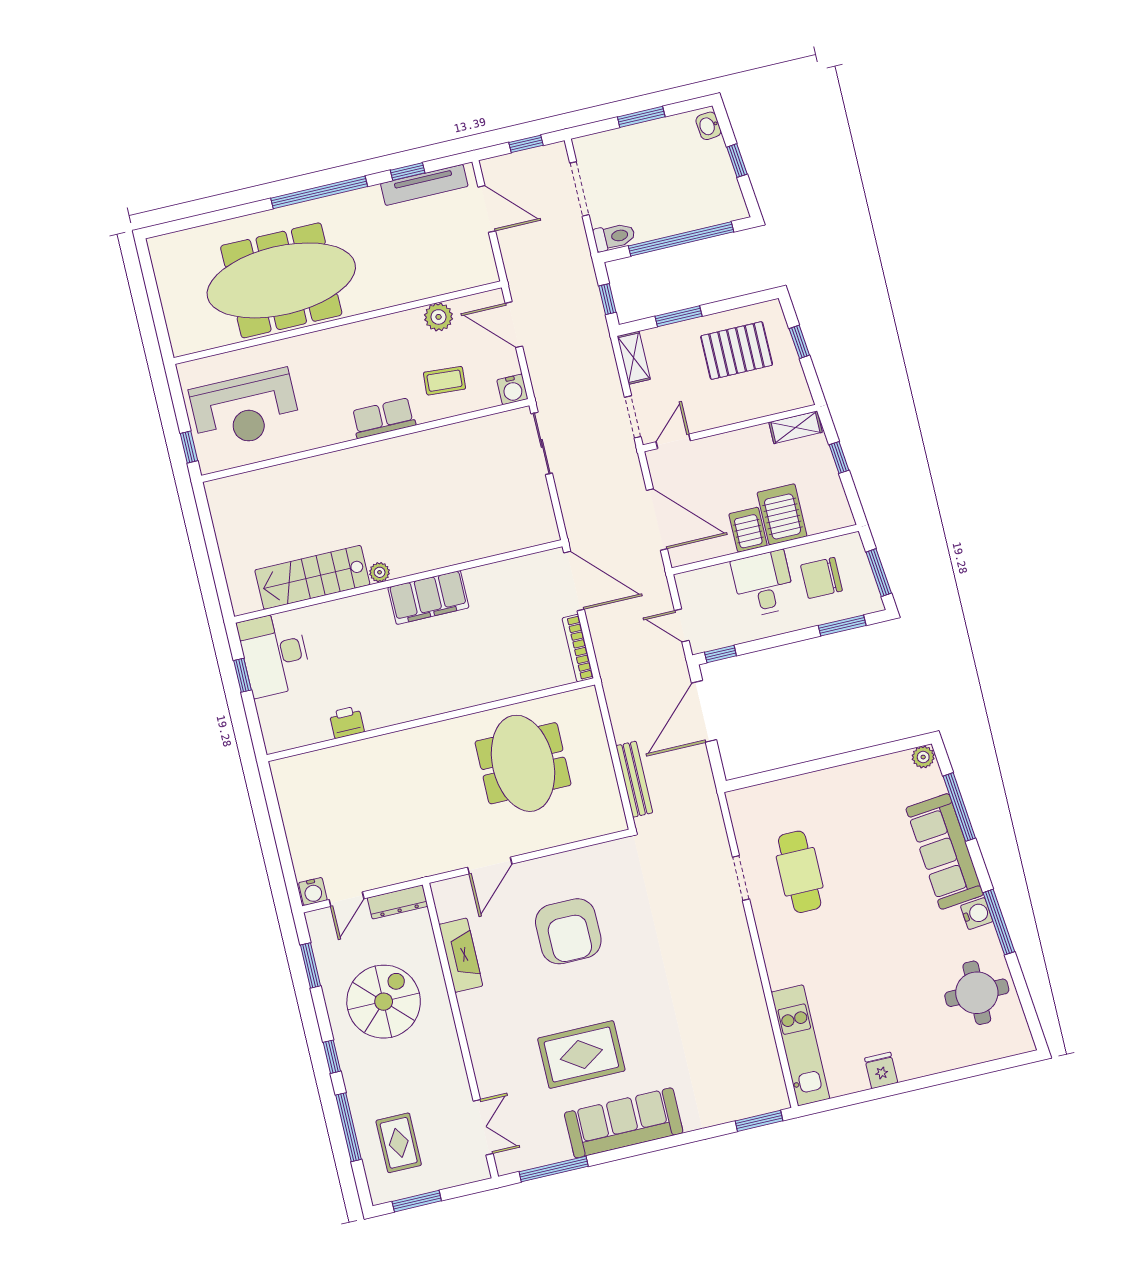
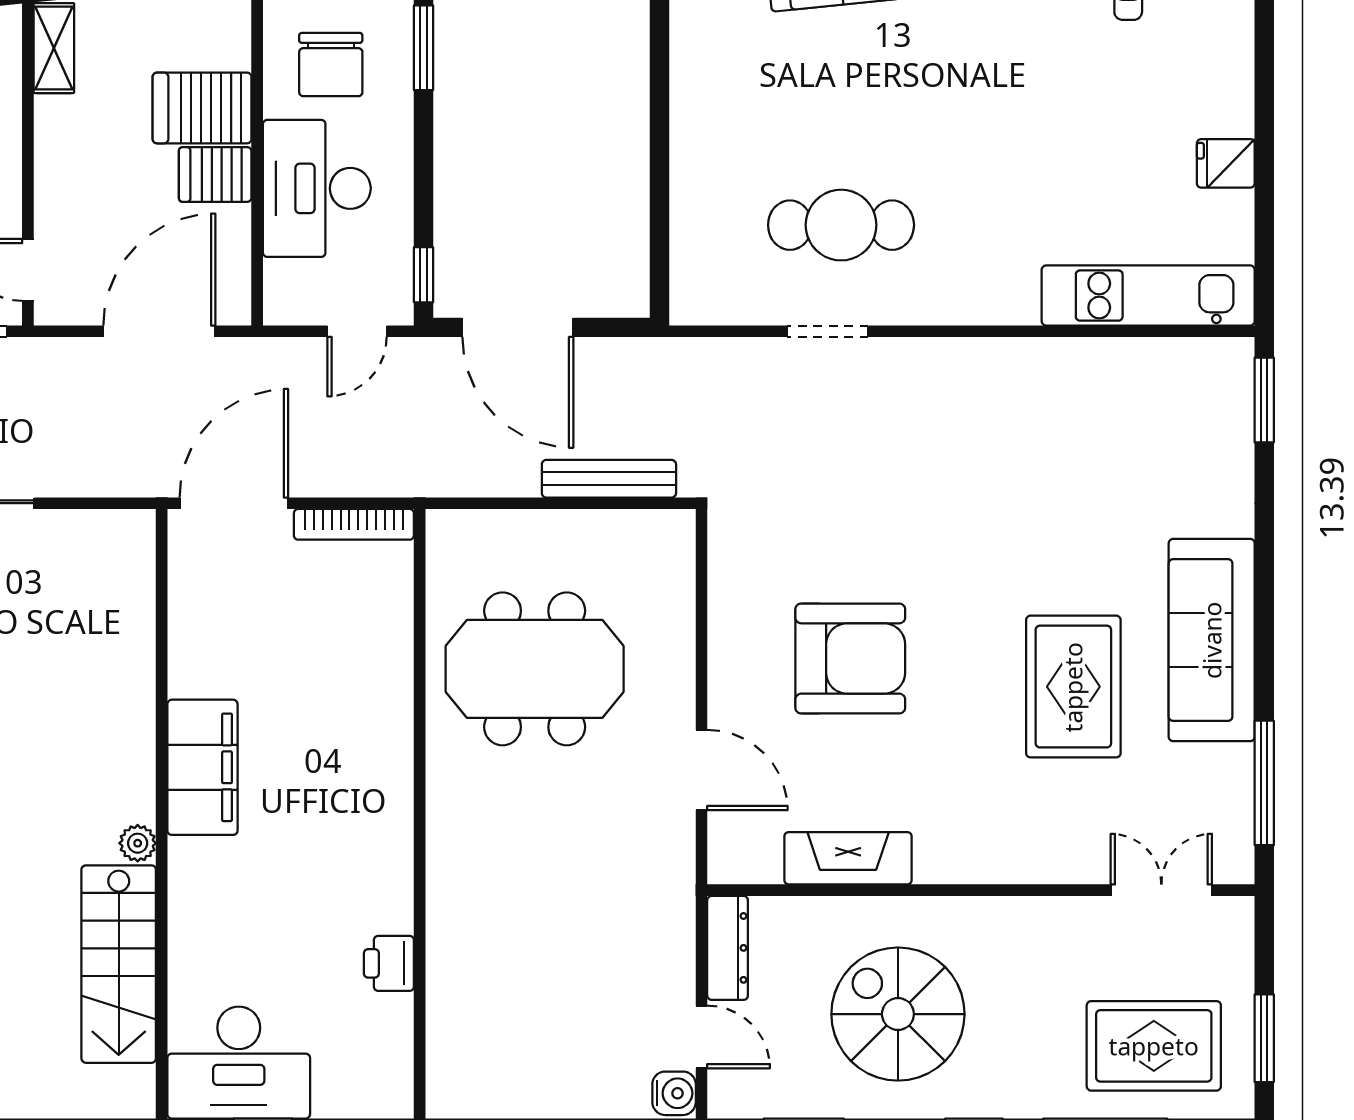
desk: (763, 584) -> (317, 188), width x1.37
rug: (399, 1143) -> (1154, 1046), width x1.36, depth x1.43

